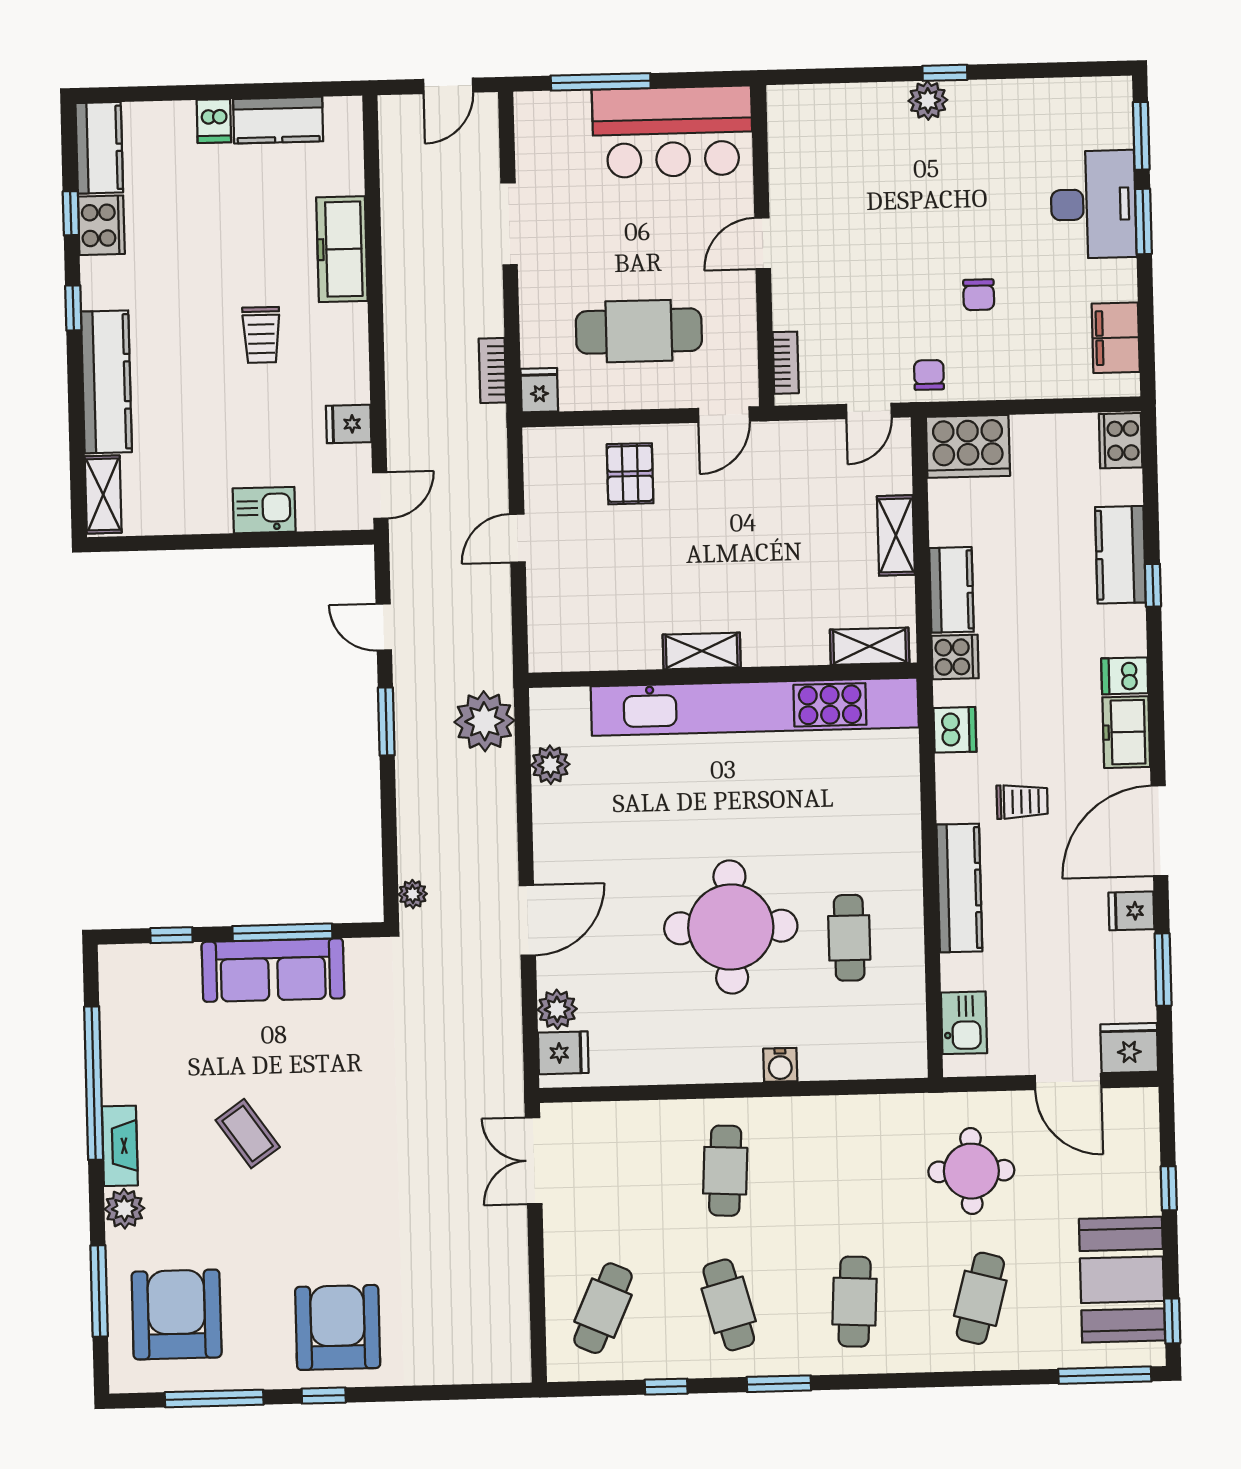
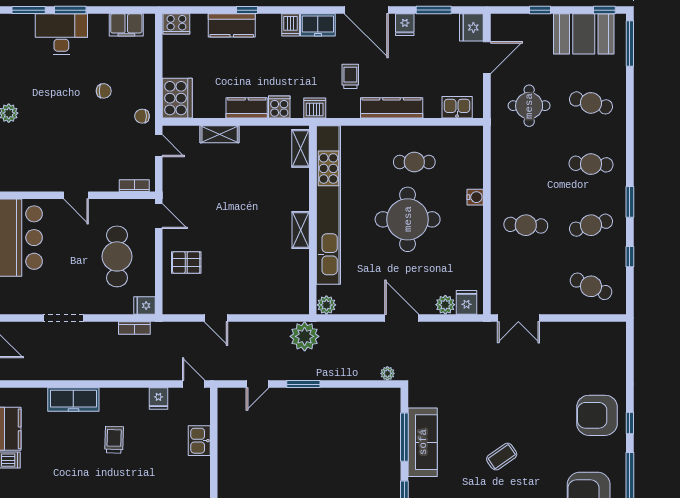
trolley: (261, 335) -> (114, 440), turned -88
shelving: (870, 646) -> (300, 148), moved
shelving: (702, 651) -> (301, 230), moved
wall: (723, 675) -> (313, 220), moved
kitchen unit: (755, 707) -> (328, 205), moved

